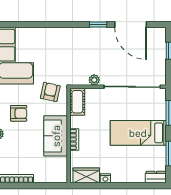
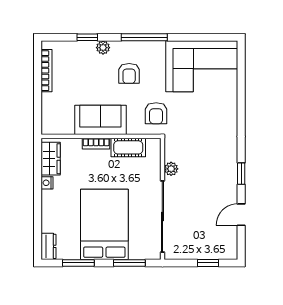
door: (131, 24) -> (241, 215), width x0.53
armchair: (50, 92) -> (156, 113), turned 78
cot: (77, 102) -> (128, 147), moved
bed: (138, 133) -> (104, 224), width x1.50

